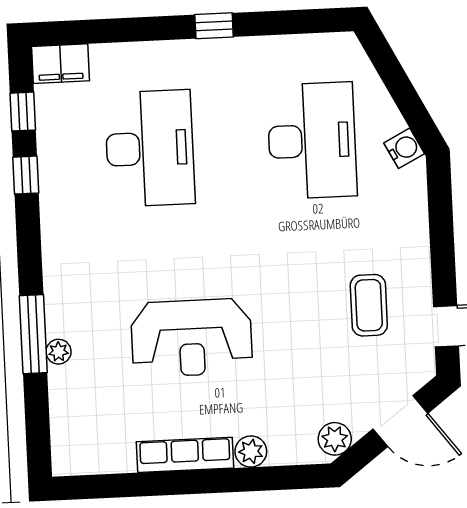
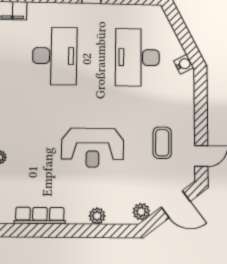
desk: (312, 141) -> (137, 57), turned 180
reception desk: (191, 338) -> (93, 148), moved
row of seats: (185, 455) -> (40, 216), moved

